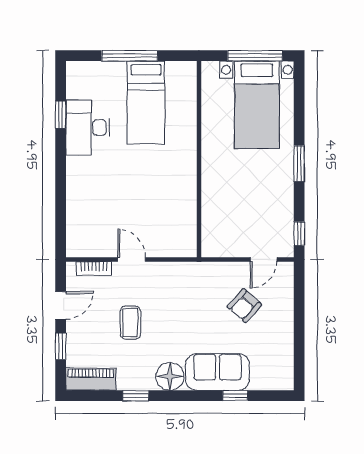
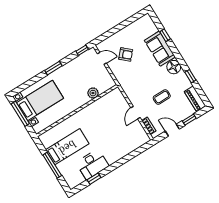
plant: (212, 206) -> (93, 93), added

